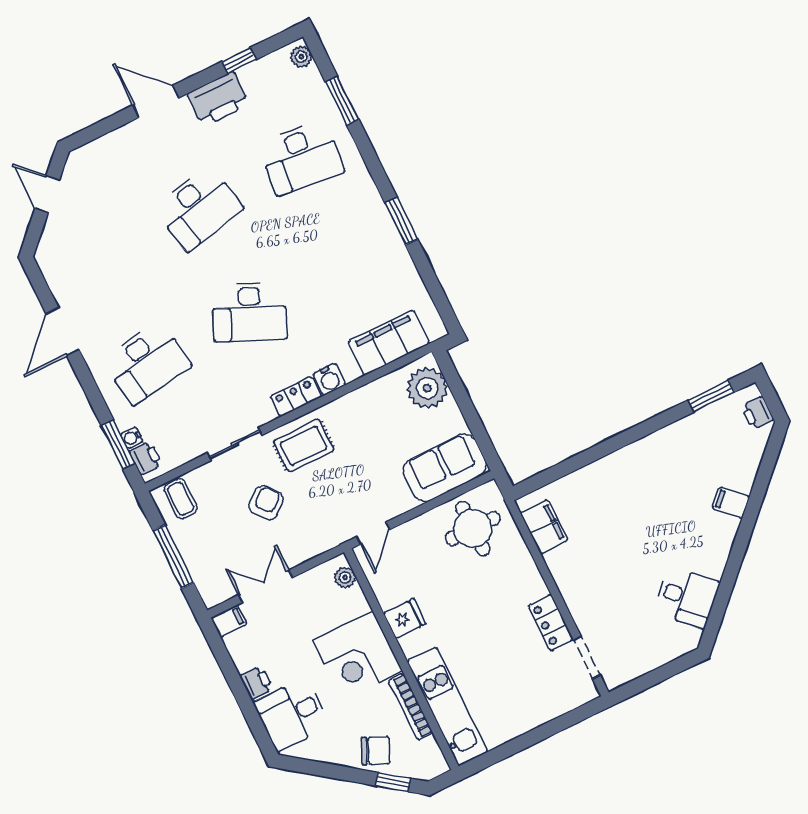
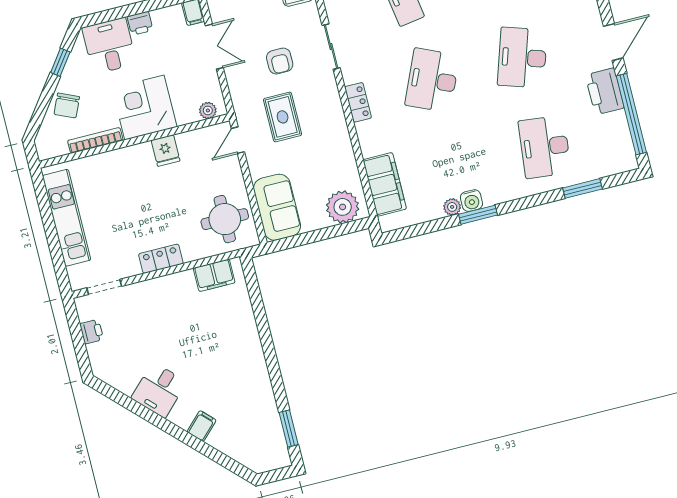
plant: (301, 57) -> (452, 207), moved
window: (239, 61) -> (631, 114), width x3.17
desk: (198, 208) -> (522, 58), turned 30
water cooler: (329, 379) -> (471, 201), moved, turned -90
printer: (757, 413) -> (92, 332), moved, turned 90
rug: (304, 446) -> (283, 117), moved
armchair: (266, 503) -> (280, 61), turned 39
door: (373, 533) -> (238, 140), hinge flipped
desk: (687, 597) -> (159, 390), moved
locker: (551, 623) -> (161, 259), moved
kitchen unit: (447, 706) -> (67, 218), moved, turned -90
window: (393, 782) -> (60, 62), moved

